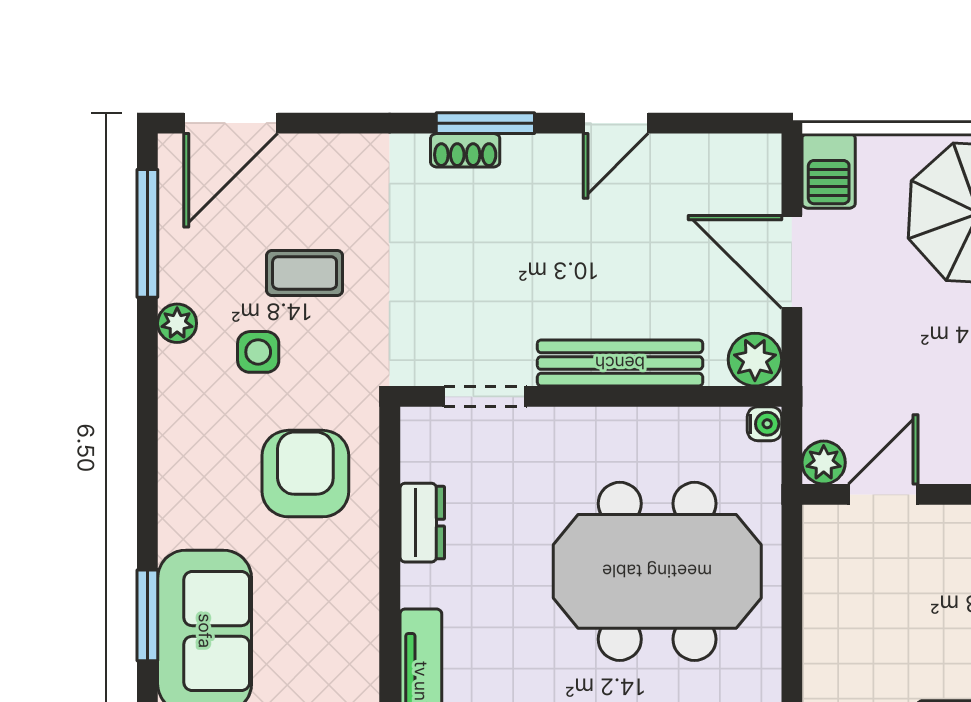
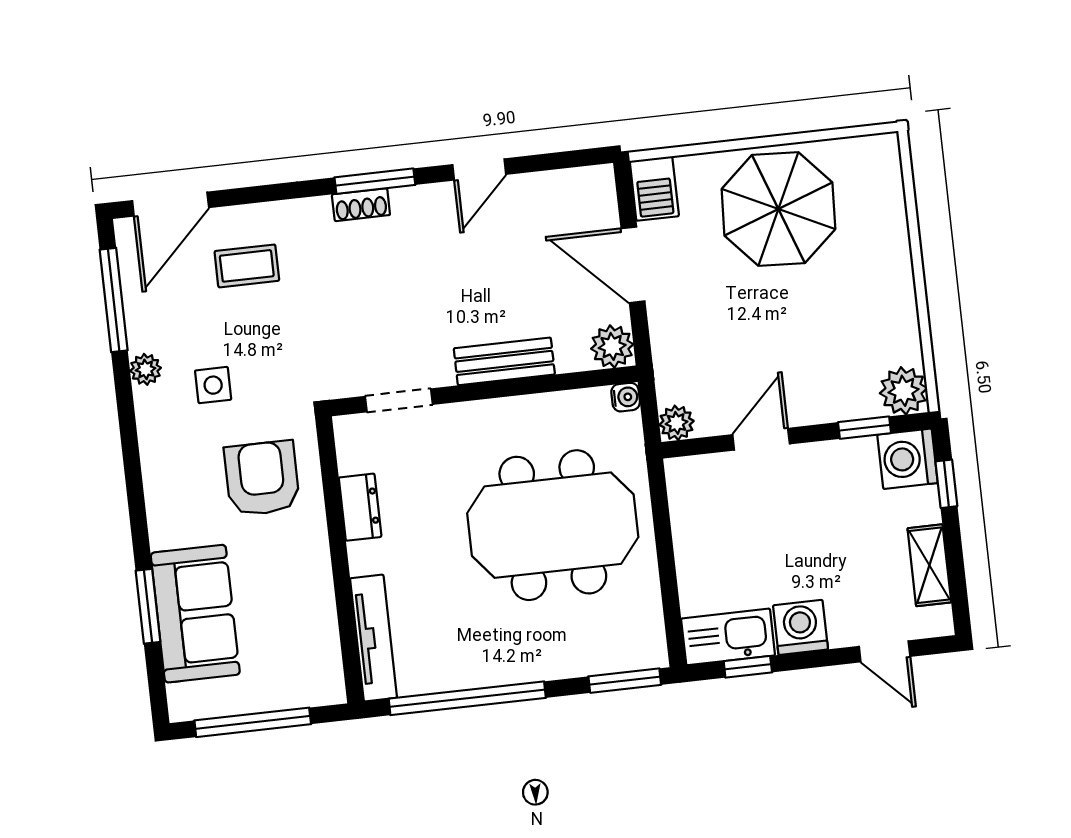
coffee table: (305, 273) -> (247, 266), moved
bench: (620, 363) -> (504, 361), width x0.73
door: (883, 494) -> (761, 439), moved

